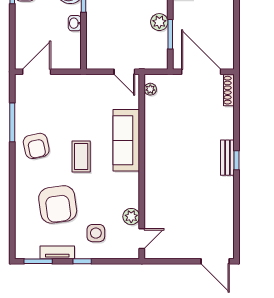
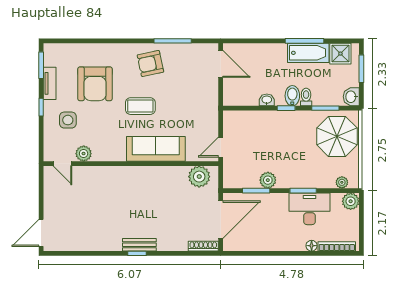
plant: (150, 89) -> (199, 177), width x1.87, depth x1.87
armchair: (58, 204) -> (95, 84), turned -82

